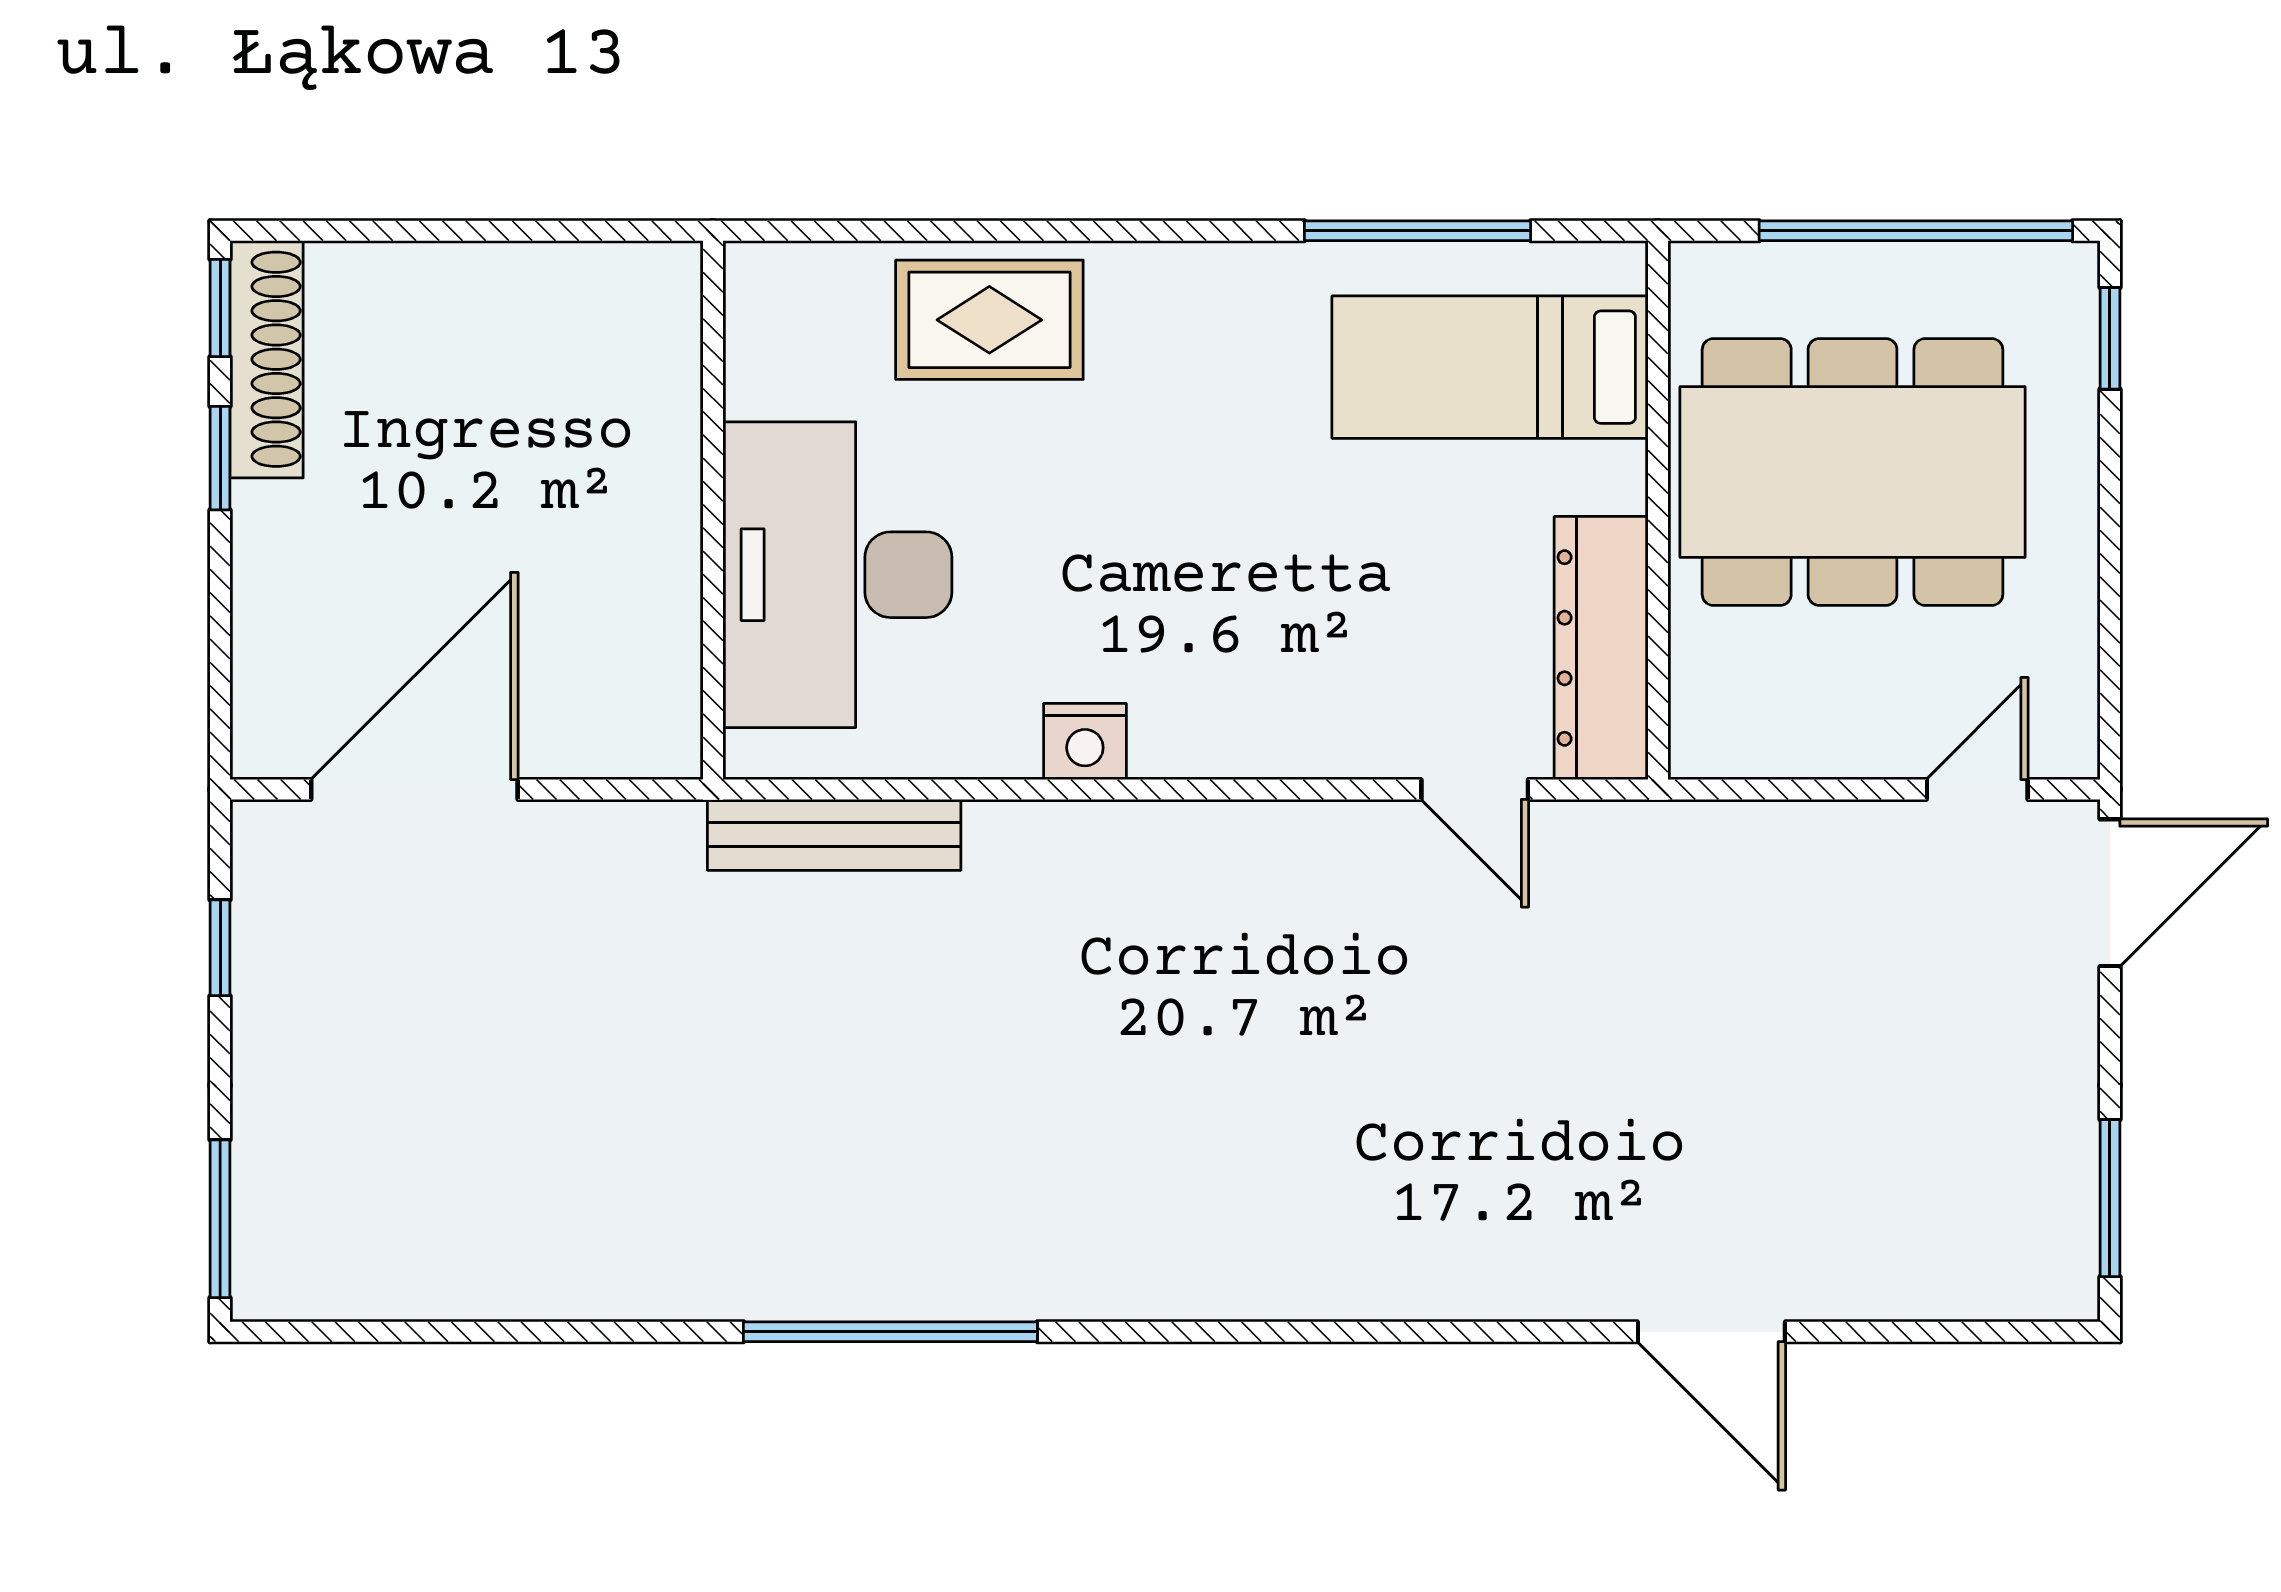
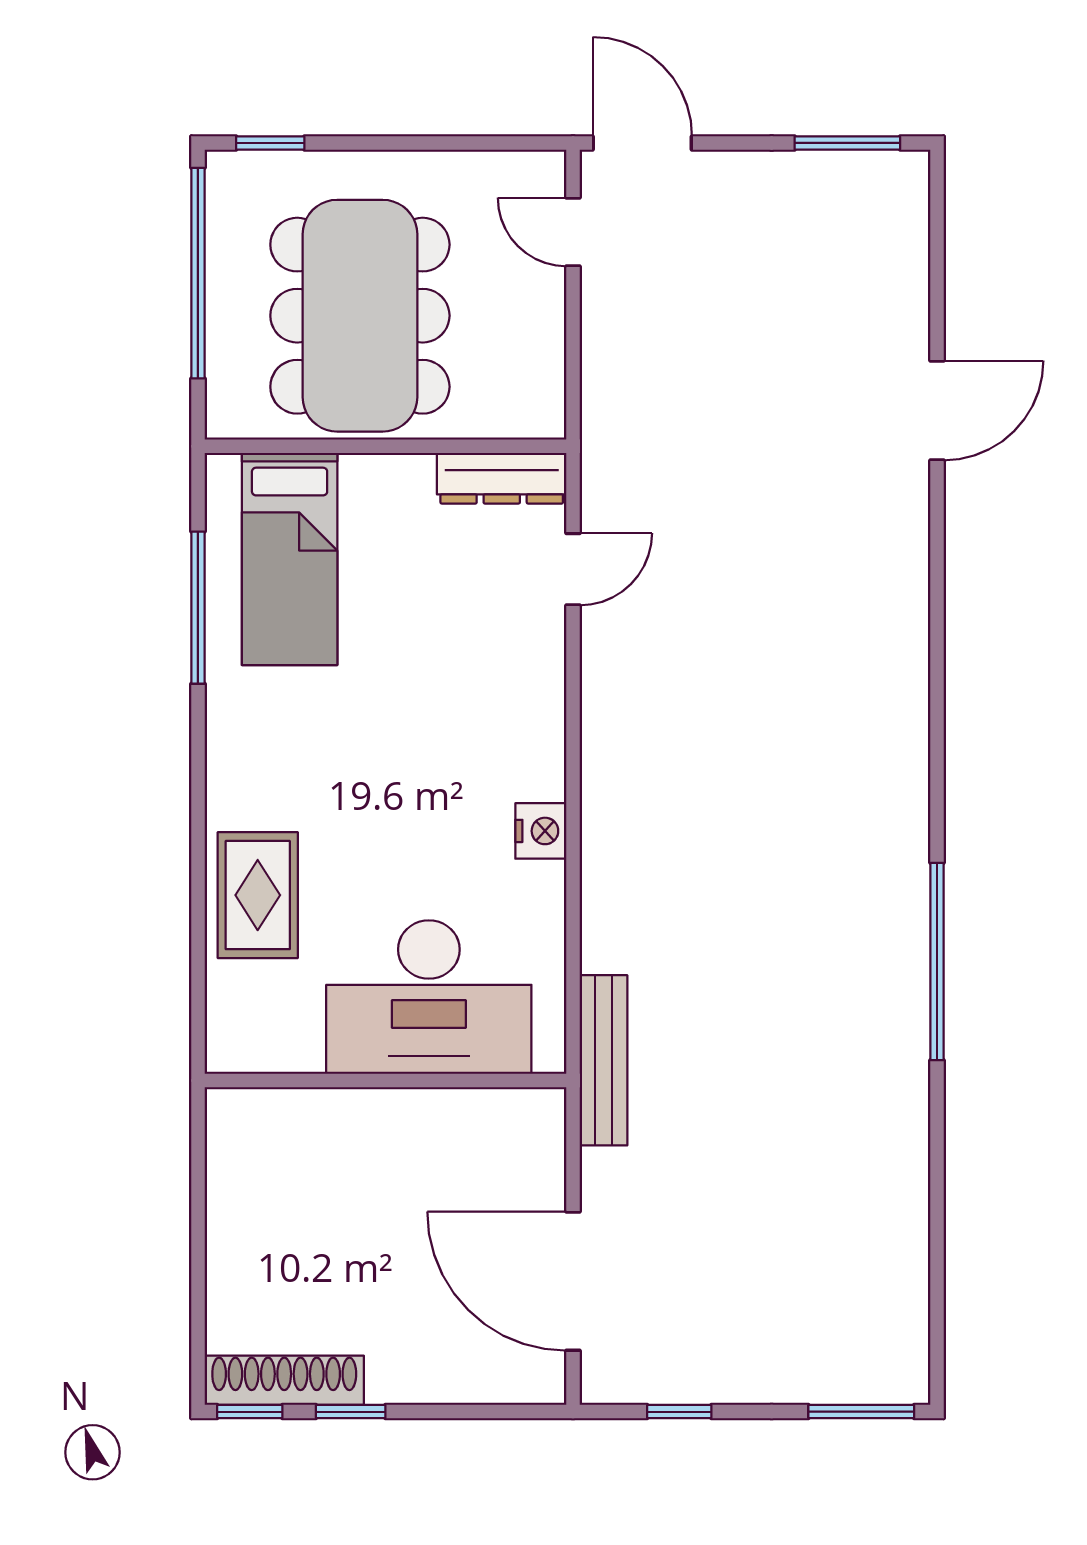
dresser: (1601, 648) -> (502, 478), width x0.73, depth x0.80
bench: (834, 835) -> (603, 1060), moved

